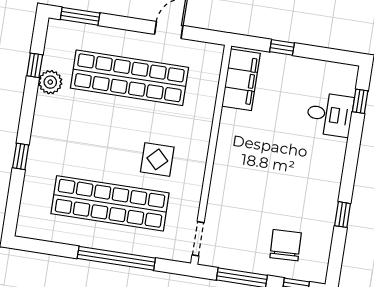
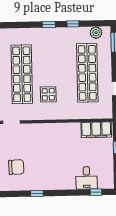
window: (35, 65) -> (73, 24), moved
plant: (50, 82) -> (96, 33), moved
window: (21, 156) -> (49, 24), moved

